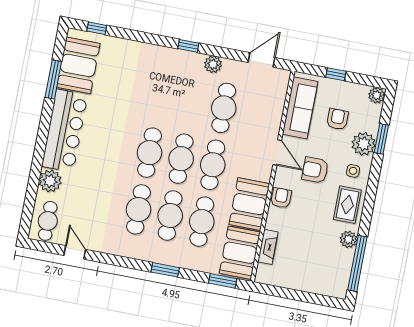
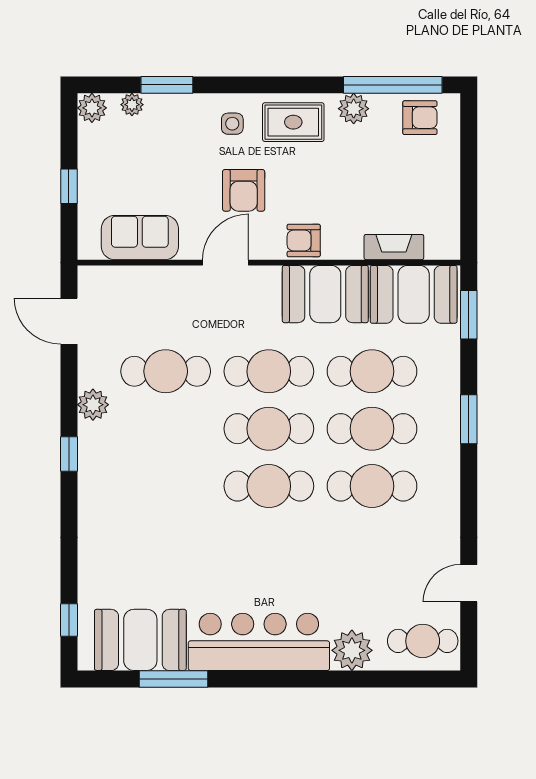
sofa: (300, 108) -> (140, 238), width x0.73
armchair: (337, 119) -> (420, 118), moved, turned 180
plant: (364, 144) -> (132, 105), moved, width x0.53, depth x0.53

